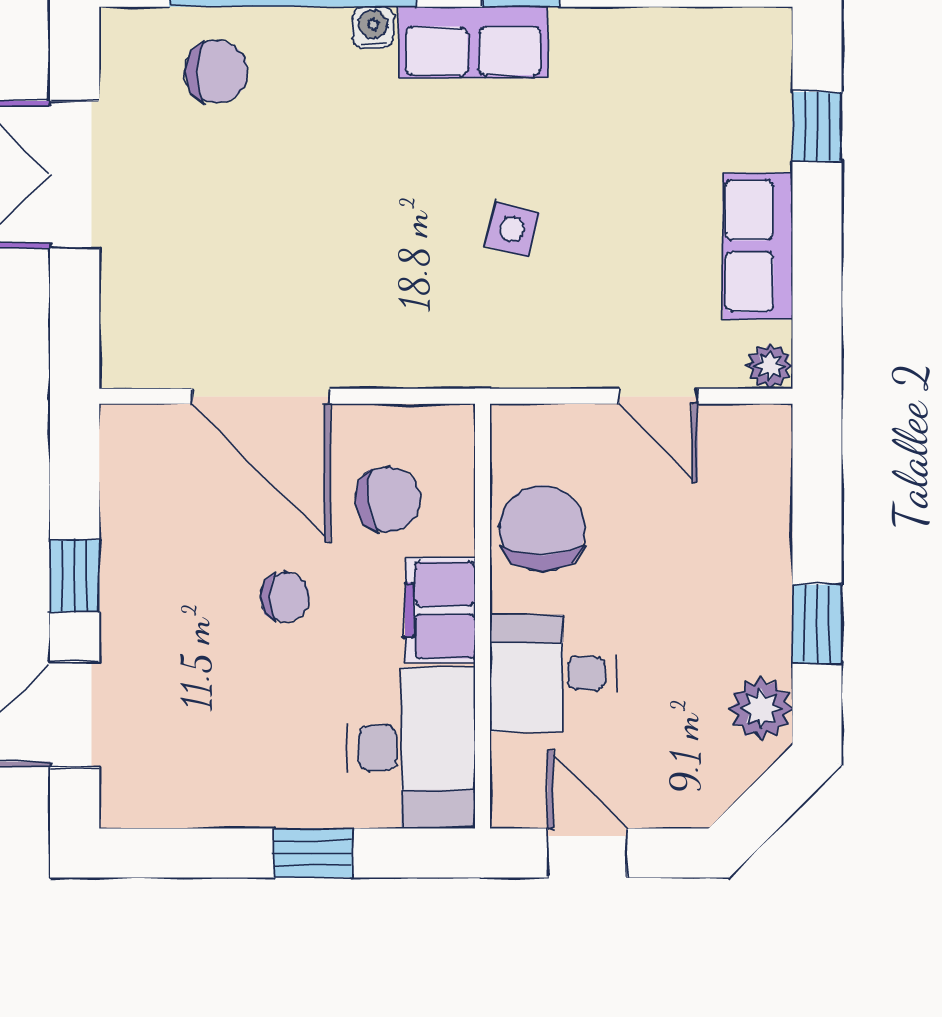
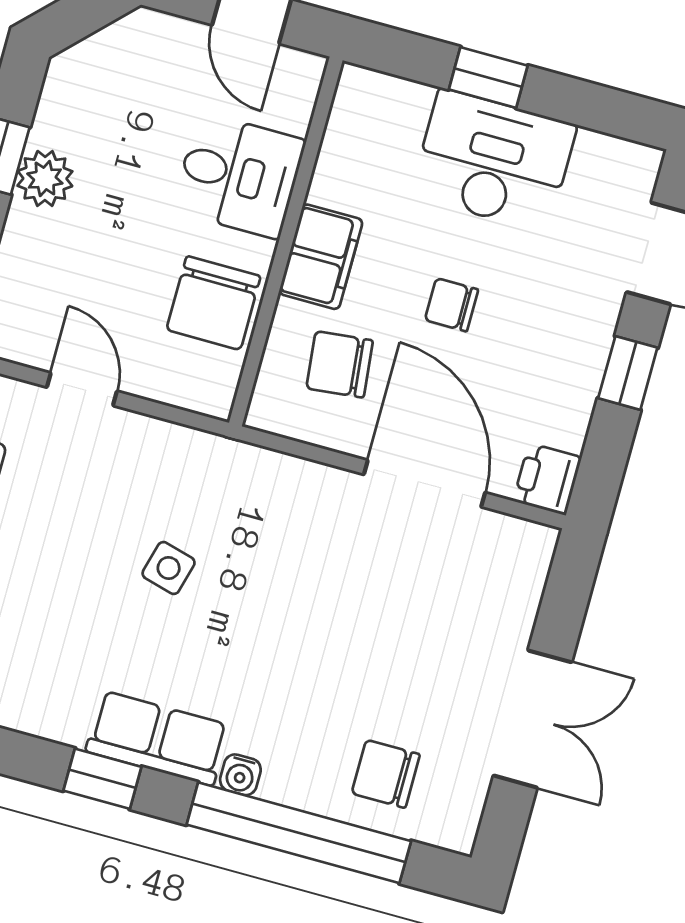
printer: (130, 437) -> (547, 479), added
plant: (761, 709) -> (45, 178), moved
desk: (412, 748) -> (494, 160), moved, turned 90

